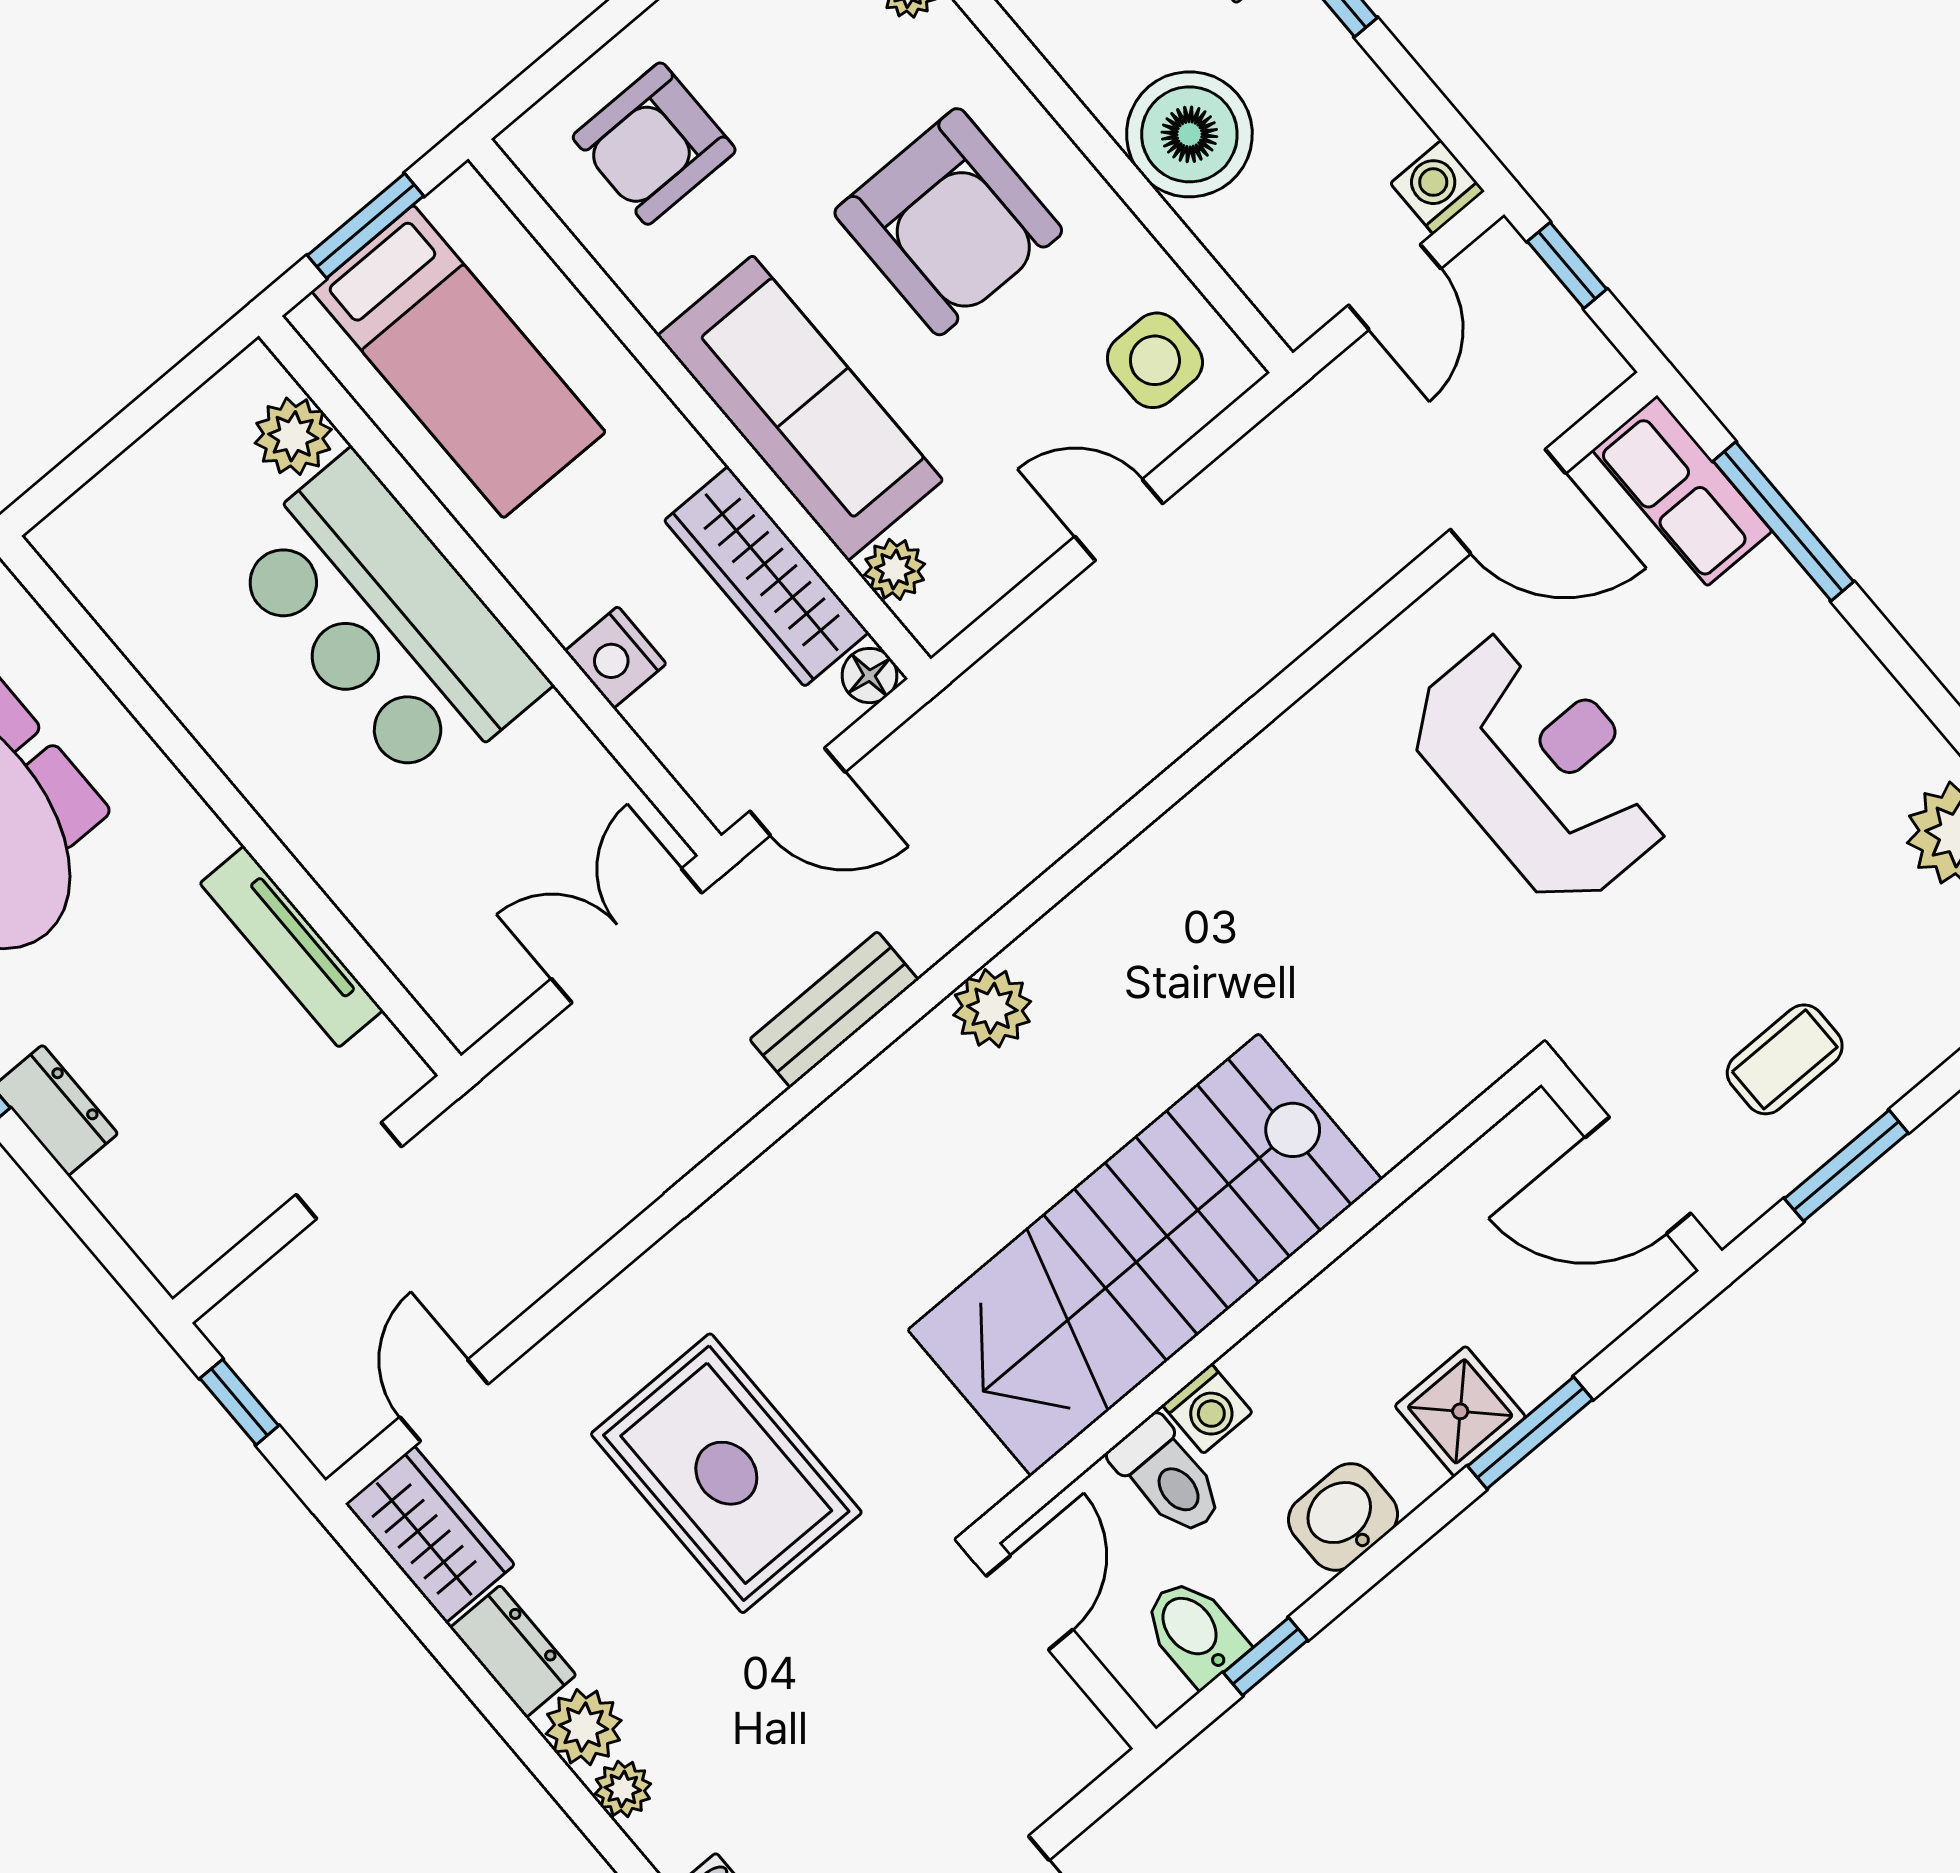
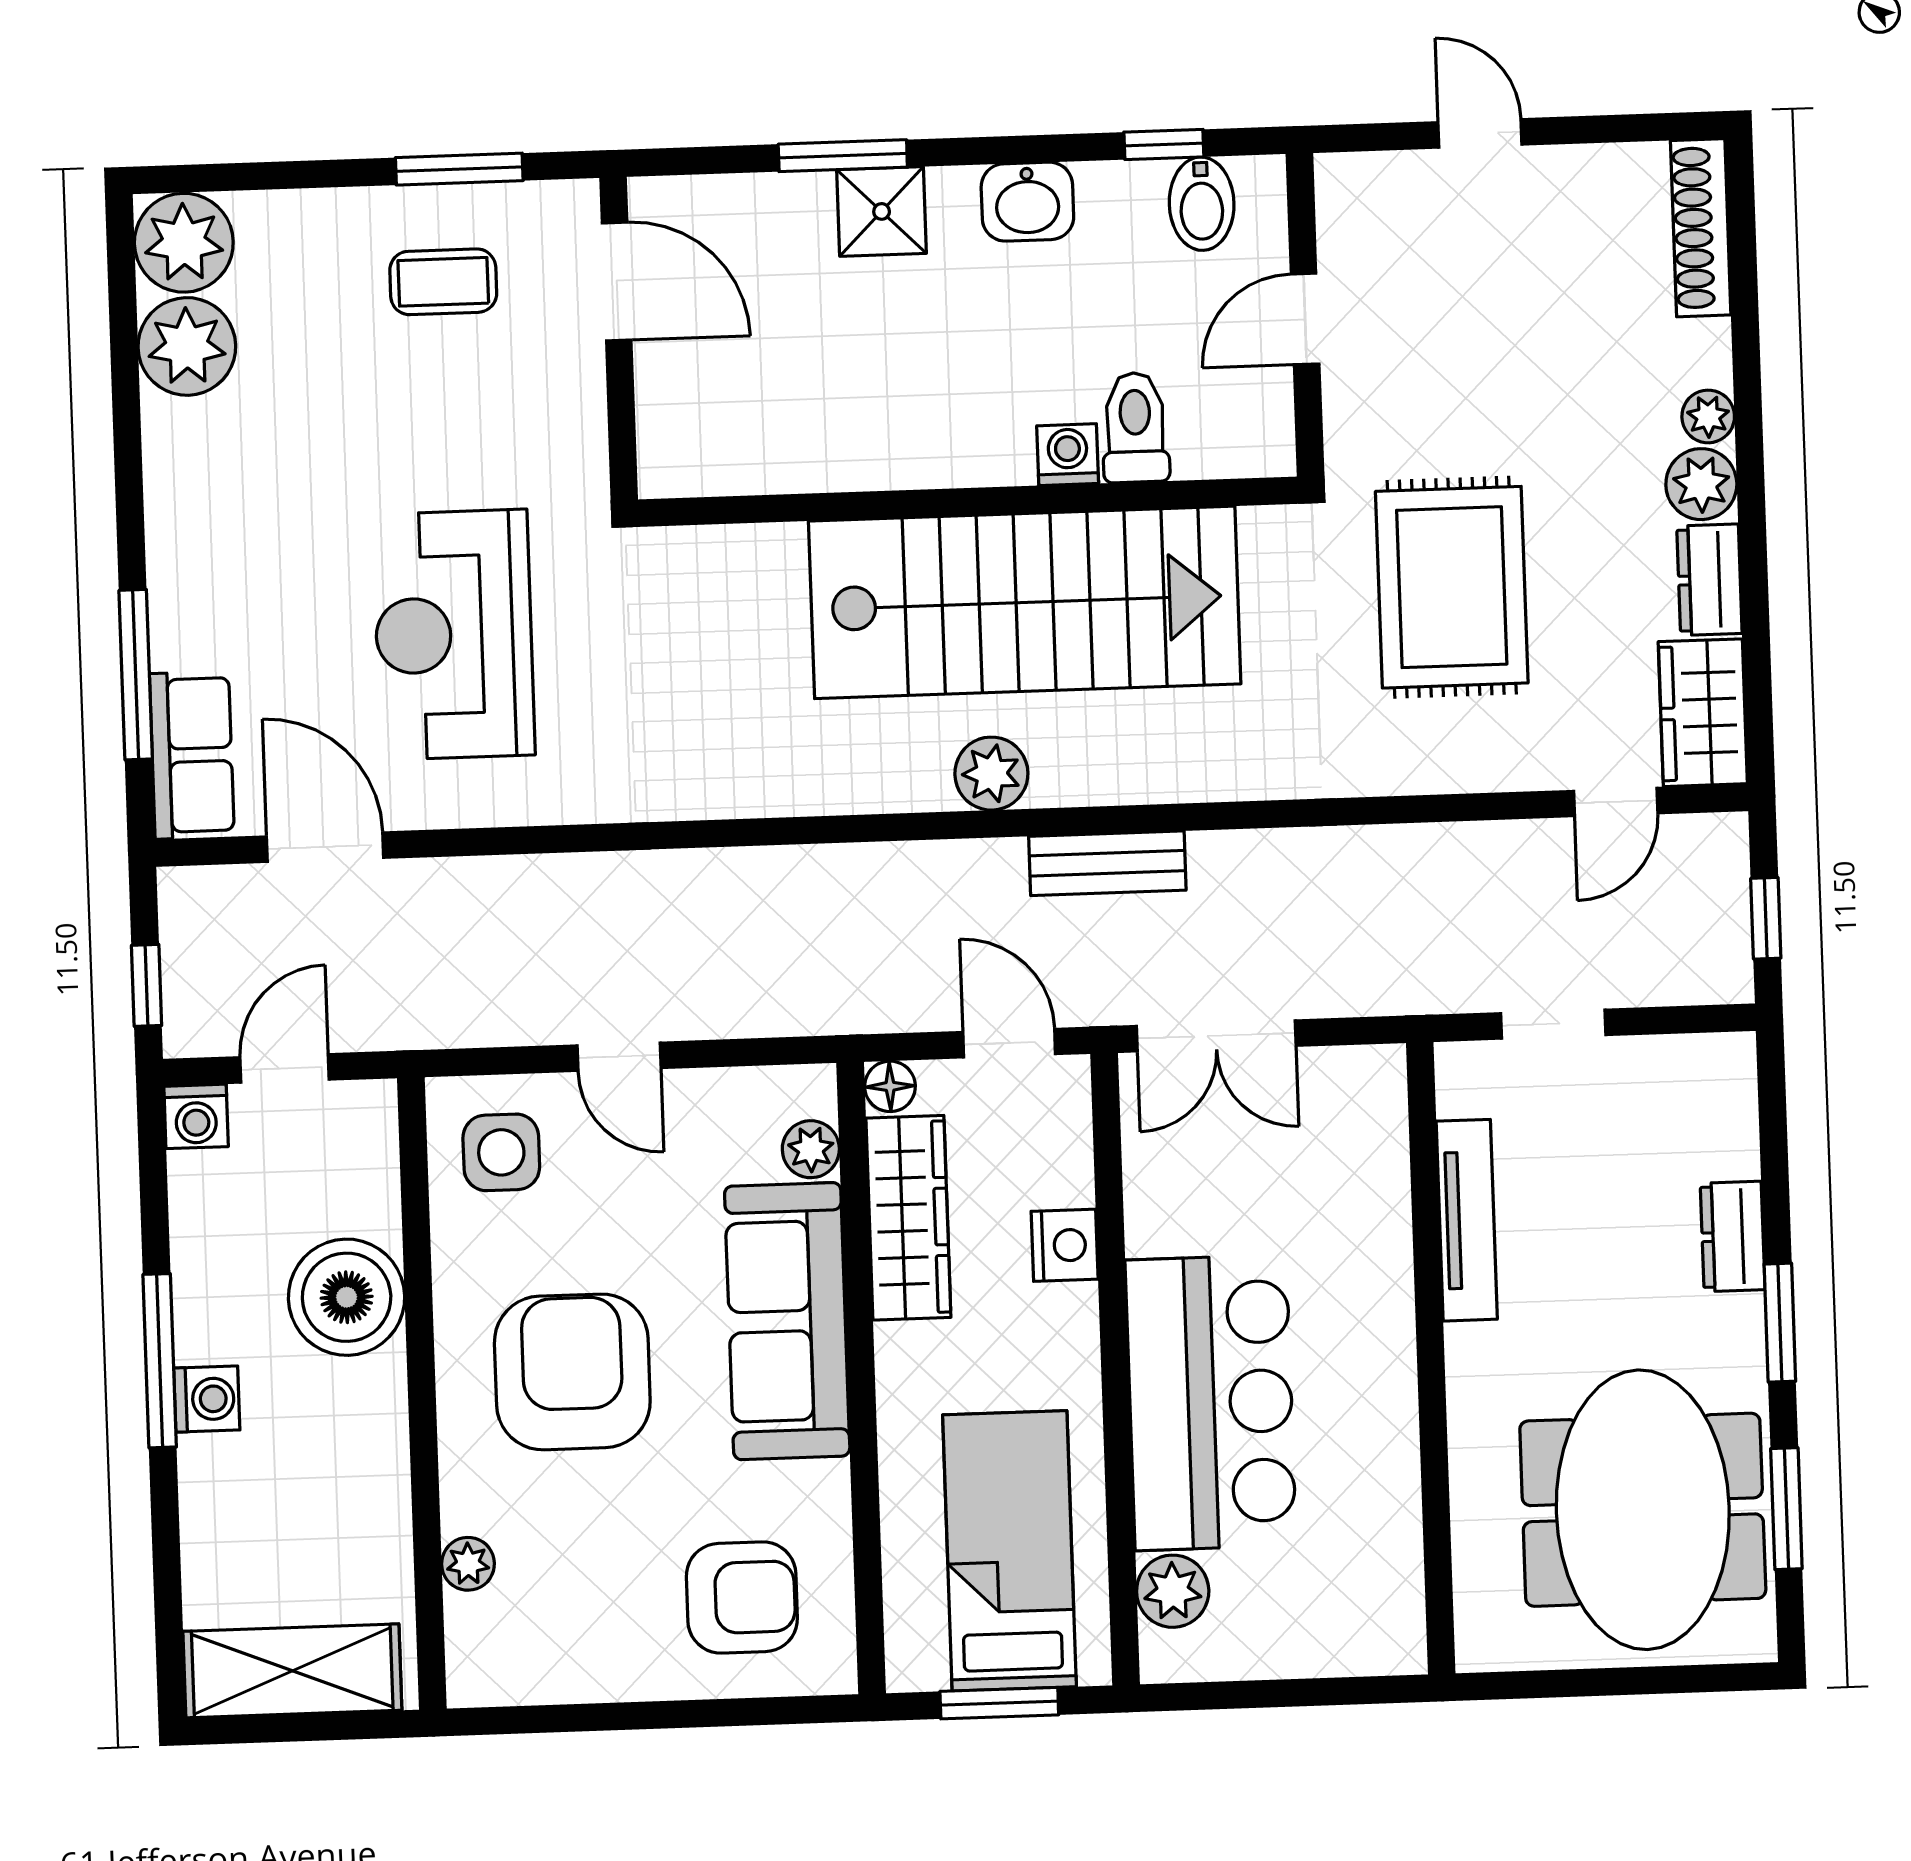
stairs: (1145, 1255) -> (1025, 602), moved
wall: (1260, 1302) -> (968, 502), moved
washing machine: (1207, 1409) -> (1068, 455), moved
toilet: (1168, 1477) -> (1135, 428), moved

